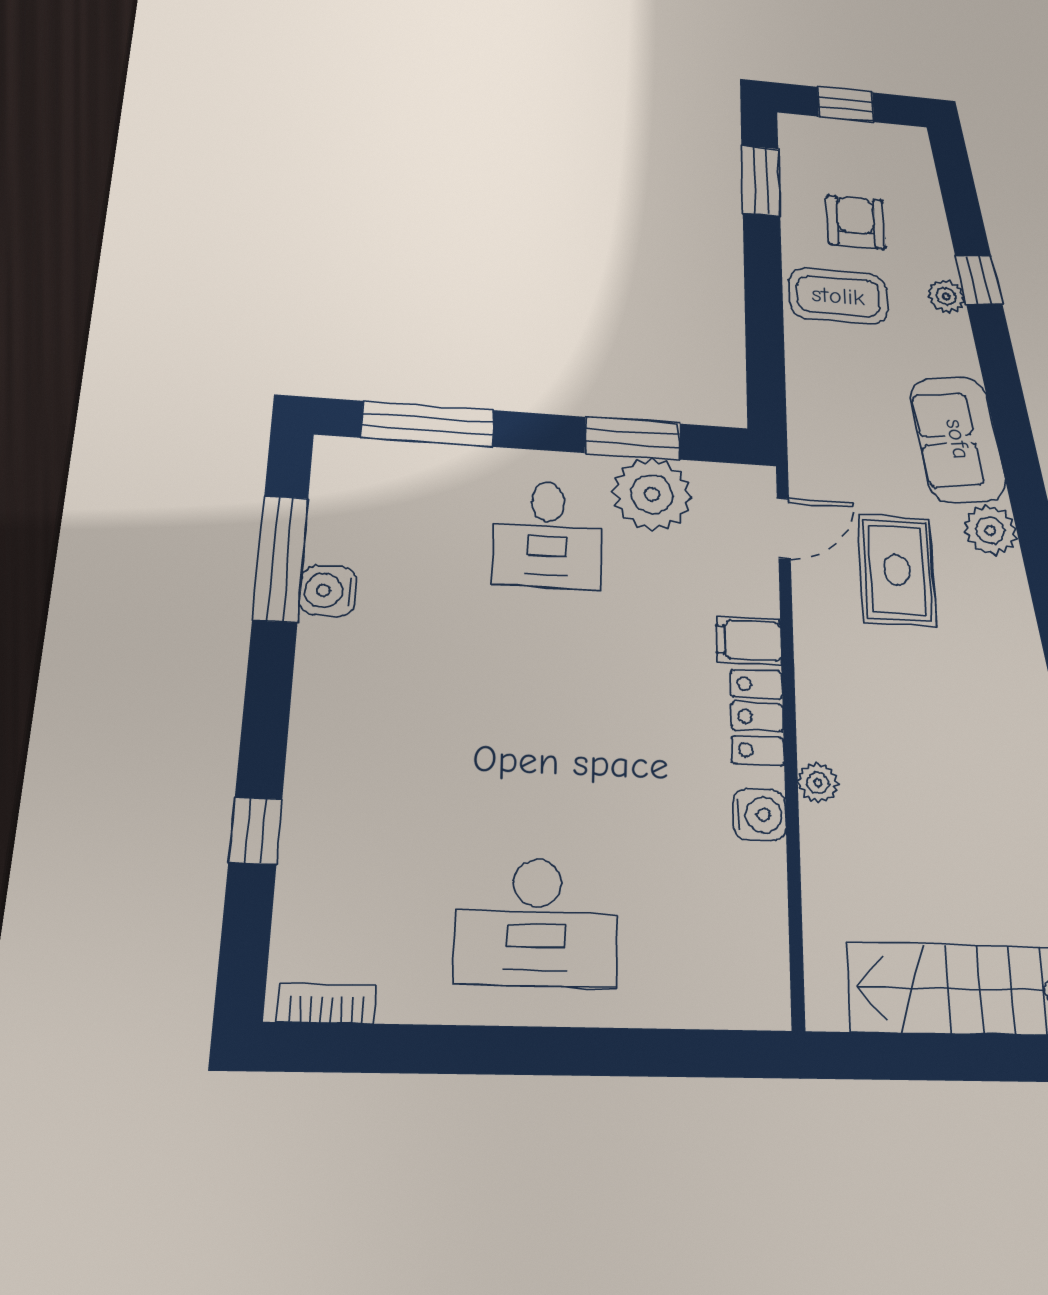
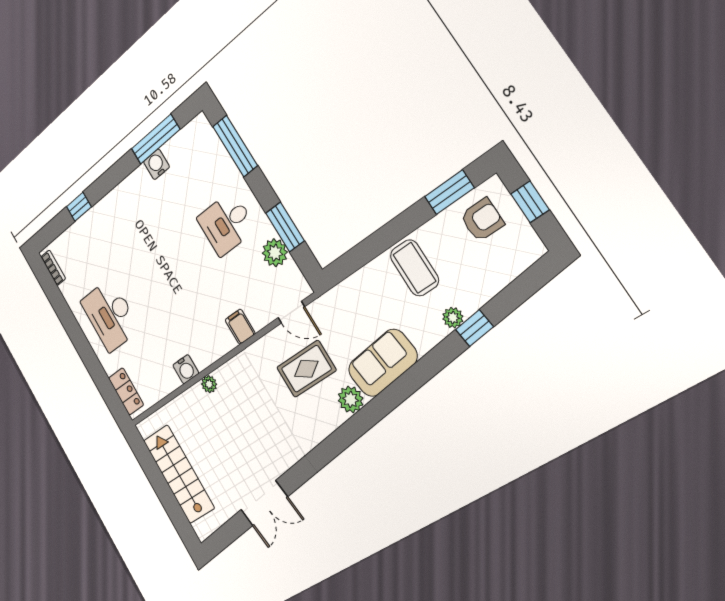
armchair: (856, 222) -> (482, 220), moved
plant: (652, 494) -> (275, 253), width x0.73, depth x0.73
locker: (757, 717) -> (126, 391), moved, turned 90

